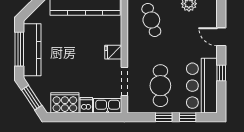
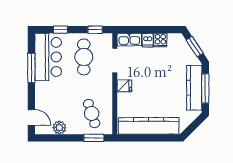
door: (221, 37) -> (31, 117), moved
window: (221, 73) -> (31, 68), width x2.17
cooker: (65, 103) -> (160, 40), width x0.53, depth x0.76
window: (164, 117) -> (95, 30), moved

